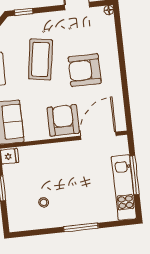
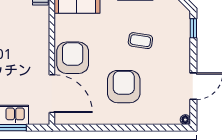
coffee table: (40, 59) -> (140, 41), width x0.54, depth x0.58
armchair: (63, 120) -> (73, 58), turned -90

